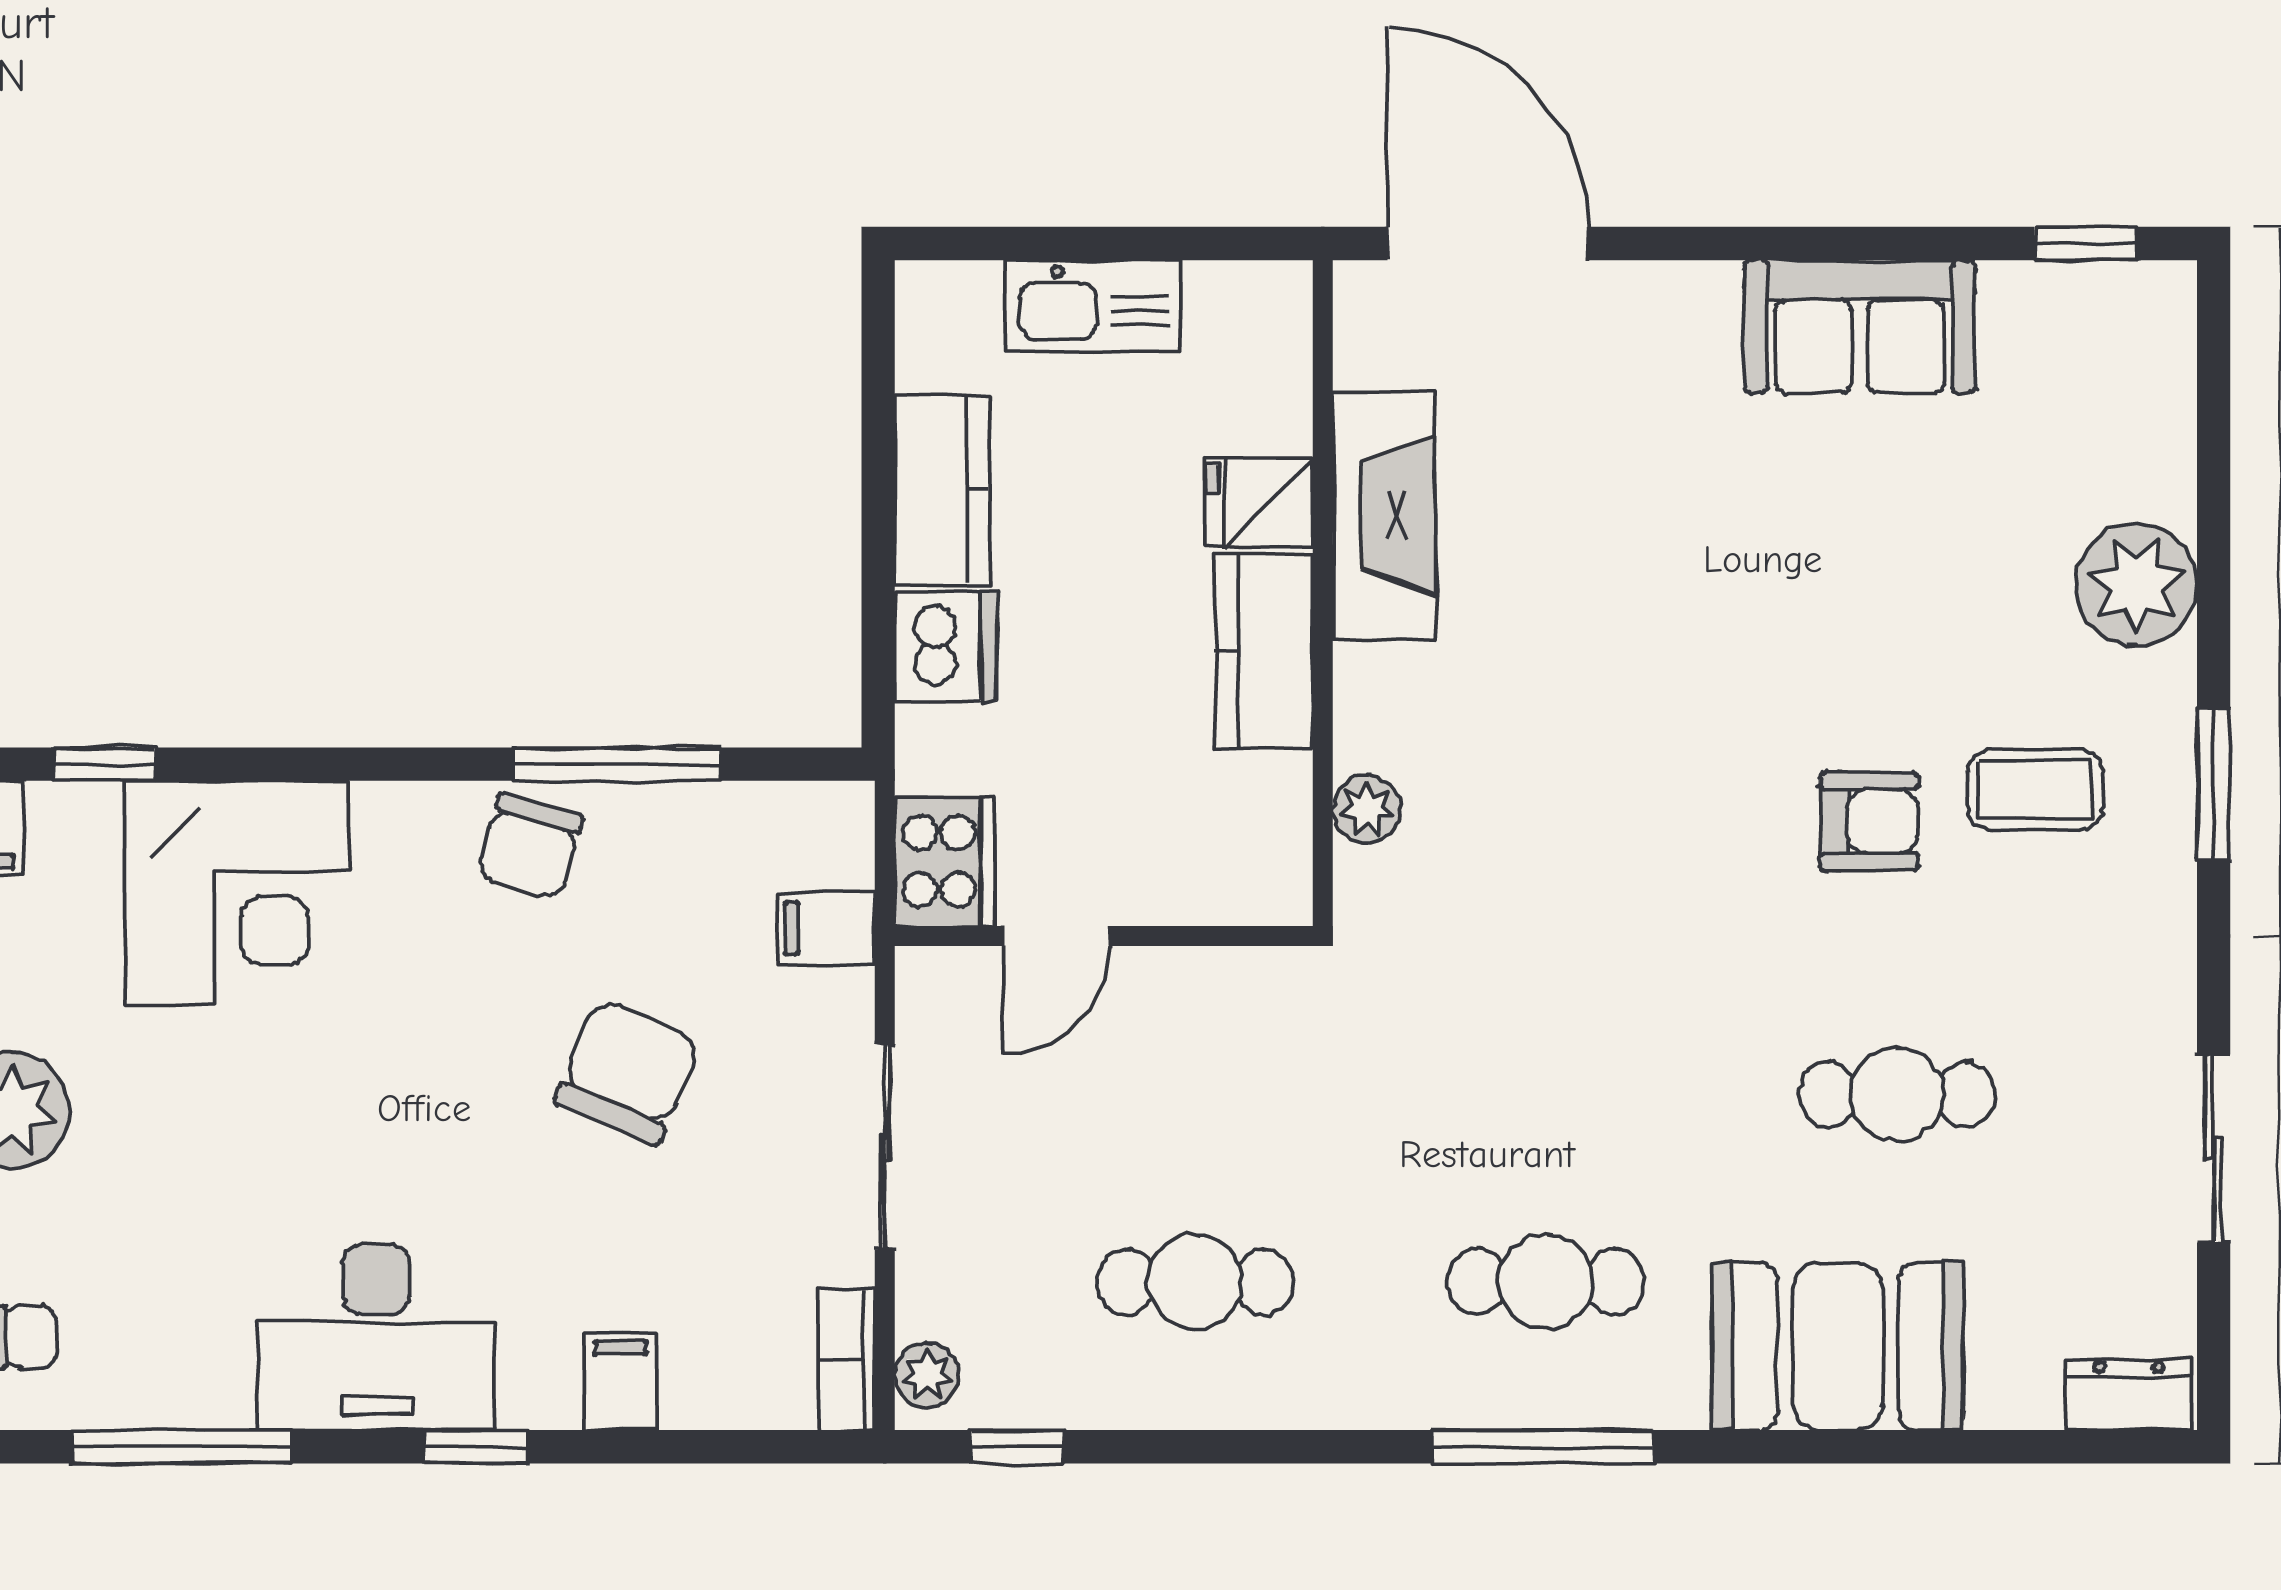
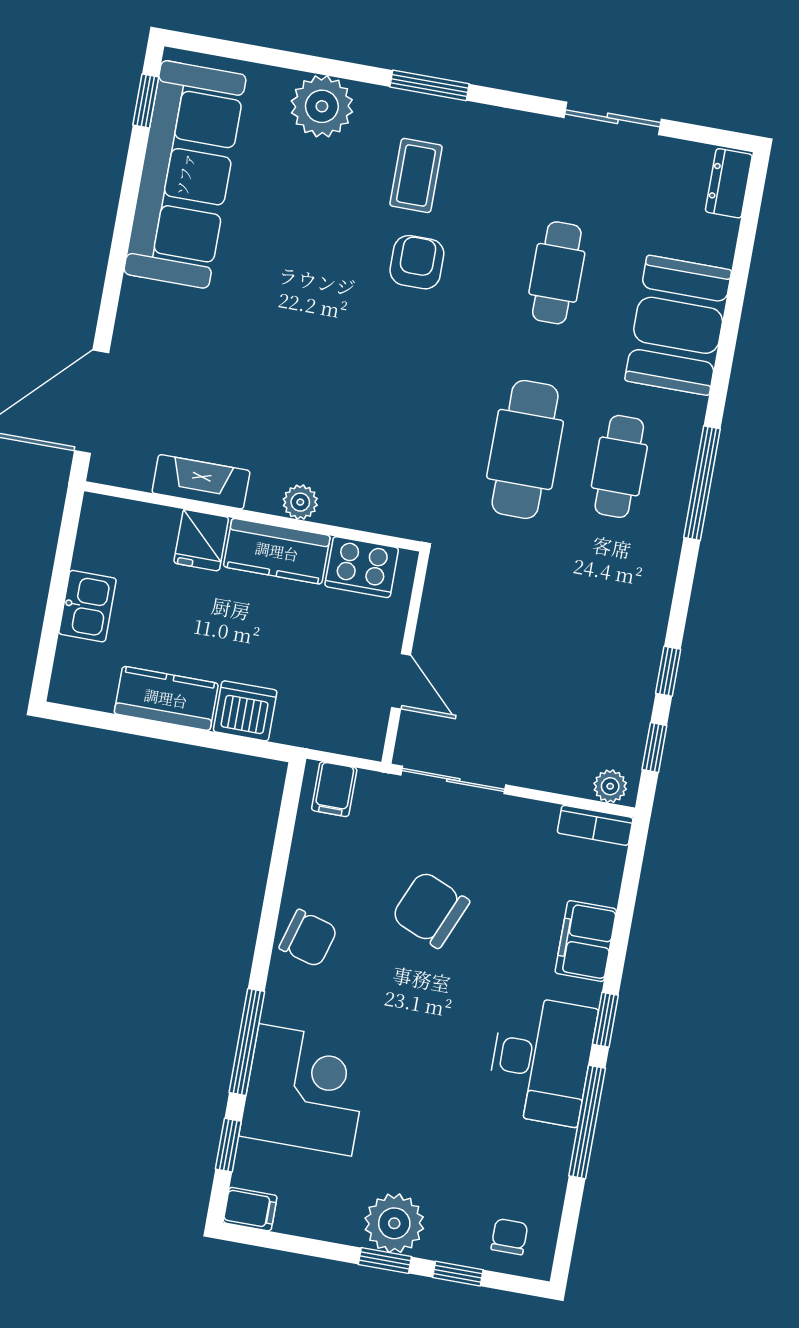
kitchen sink: (1093, 306) -> (87, 606), width x0.73
sofa: (1860, 327) -> (185, 174), width x1.85, depth x1.27
fireplace: (1384, 515) -> (201, 482), width x0.73, depth x0.76
window: (616, 764) -> (247, 1042), moved
plant: (1367, 809) -> (300, 502), moved
cooker: (945, 861) -> (362, 567), moved, turned 180
filing cabinet: (826, 928) -> (334, 789), moved
sliding door: (885, 1147) -> (453, 780), moved
cafe table: (1195, 1282) -> (525, 449), moved, width x1.37, depth x1.35
filing cabinet: (621, 1382) -> (586, 941), width x2.00
window: (181, 1447) -> (587, 1122), moved
window: (1168, 1447) -> (668, 671), added

